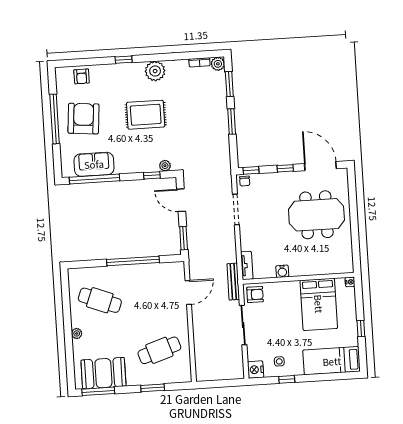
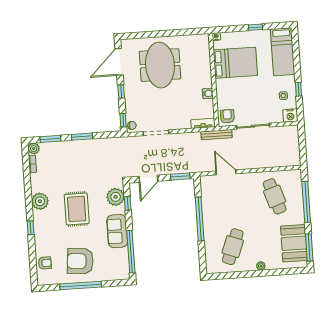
sofa: (94, 164) -> (117, 231), moved
plant: (165, 166) -> (116, 197), width x1.88, depth x1.88
window: (153, 388) -> (306, 202), width x2.11

